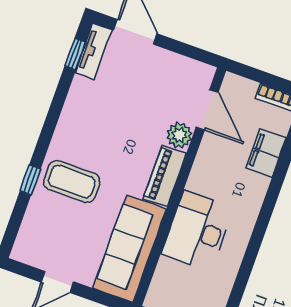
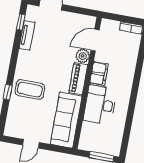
tv unit: (93, 51) -> (27, 35), moved
door: (207, 110) -> (95, 40), swing flipped
filing cabinet: (266, 153) -> (99, 74), moved, turned 180

